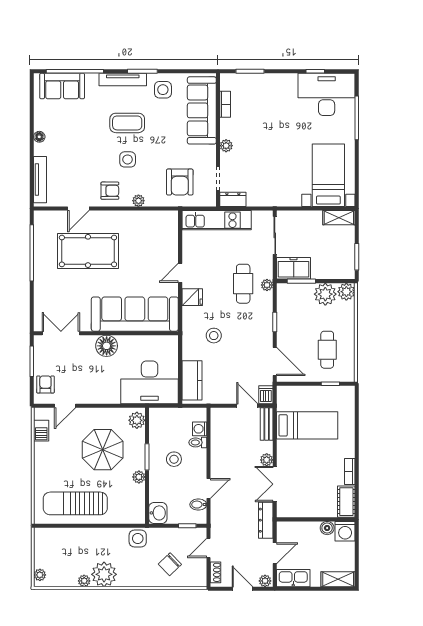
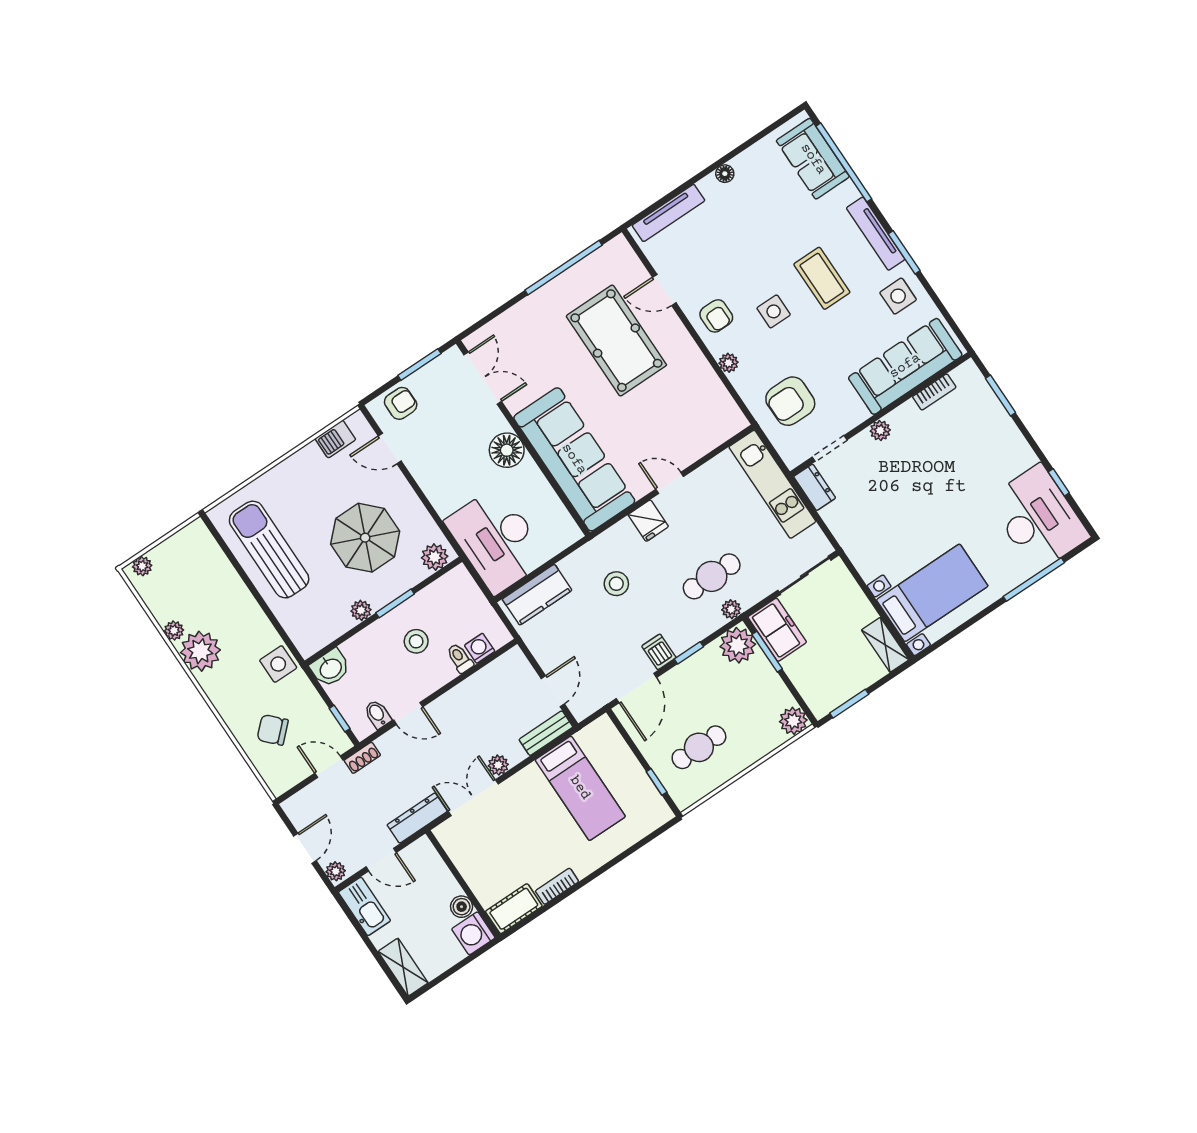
plant: (325, 294) -> (738, 645), moved
dishwasher: (266, 395) -> (659, 652), moved, turned -90
shoe rack: (216, 572) -> (362, 758), moved

